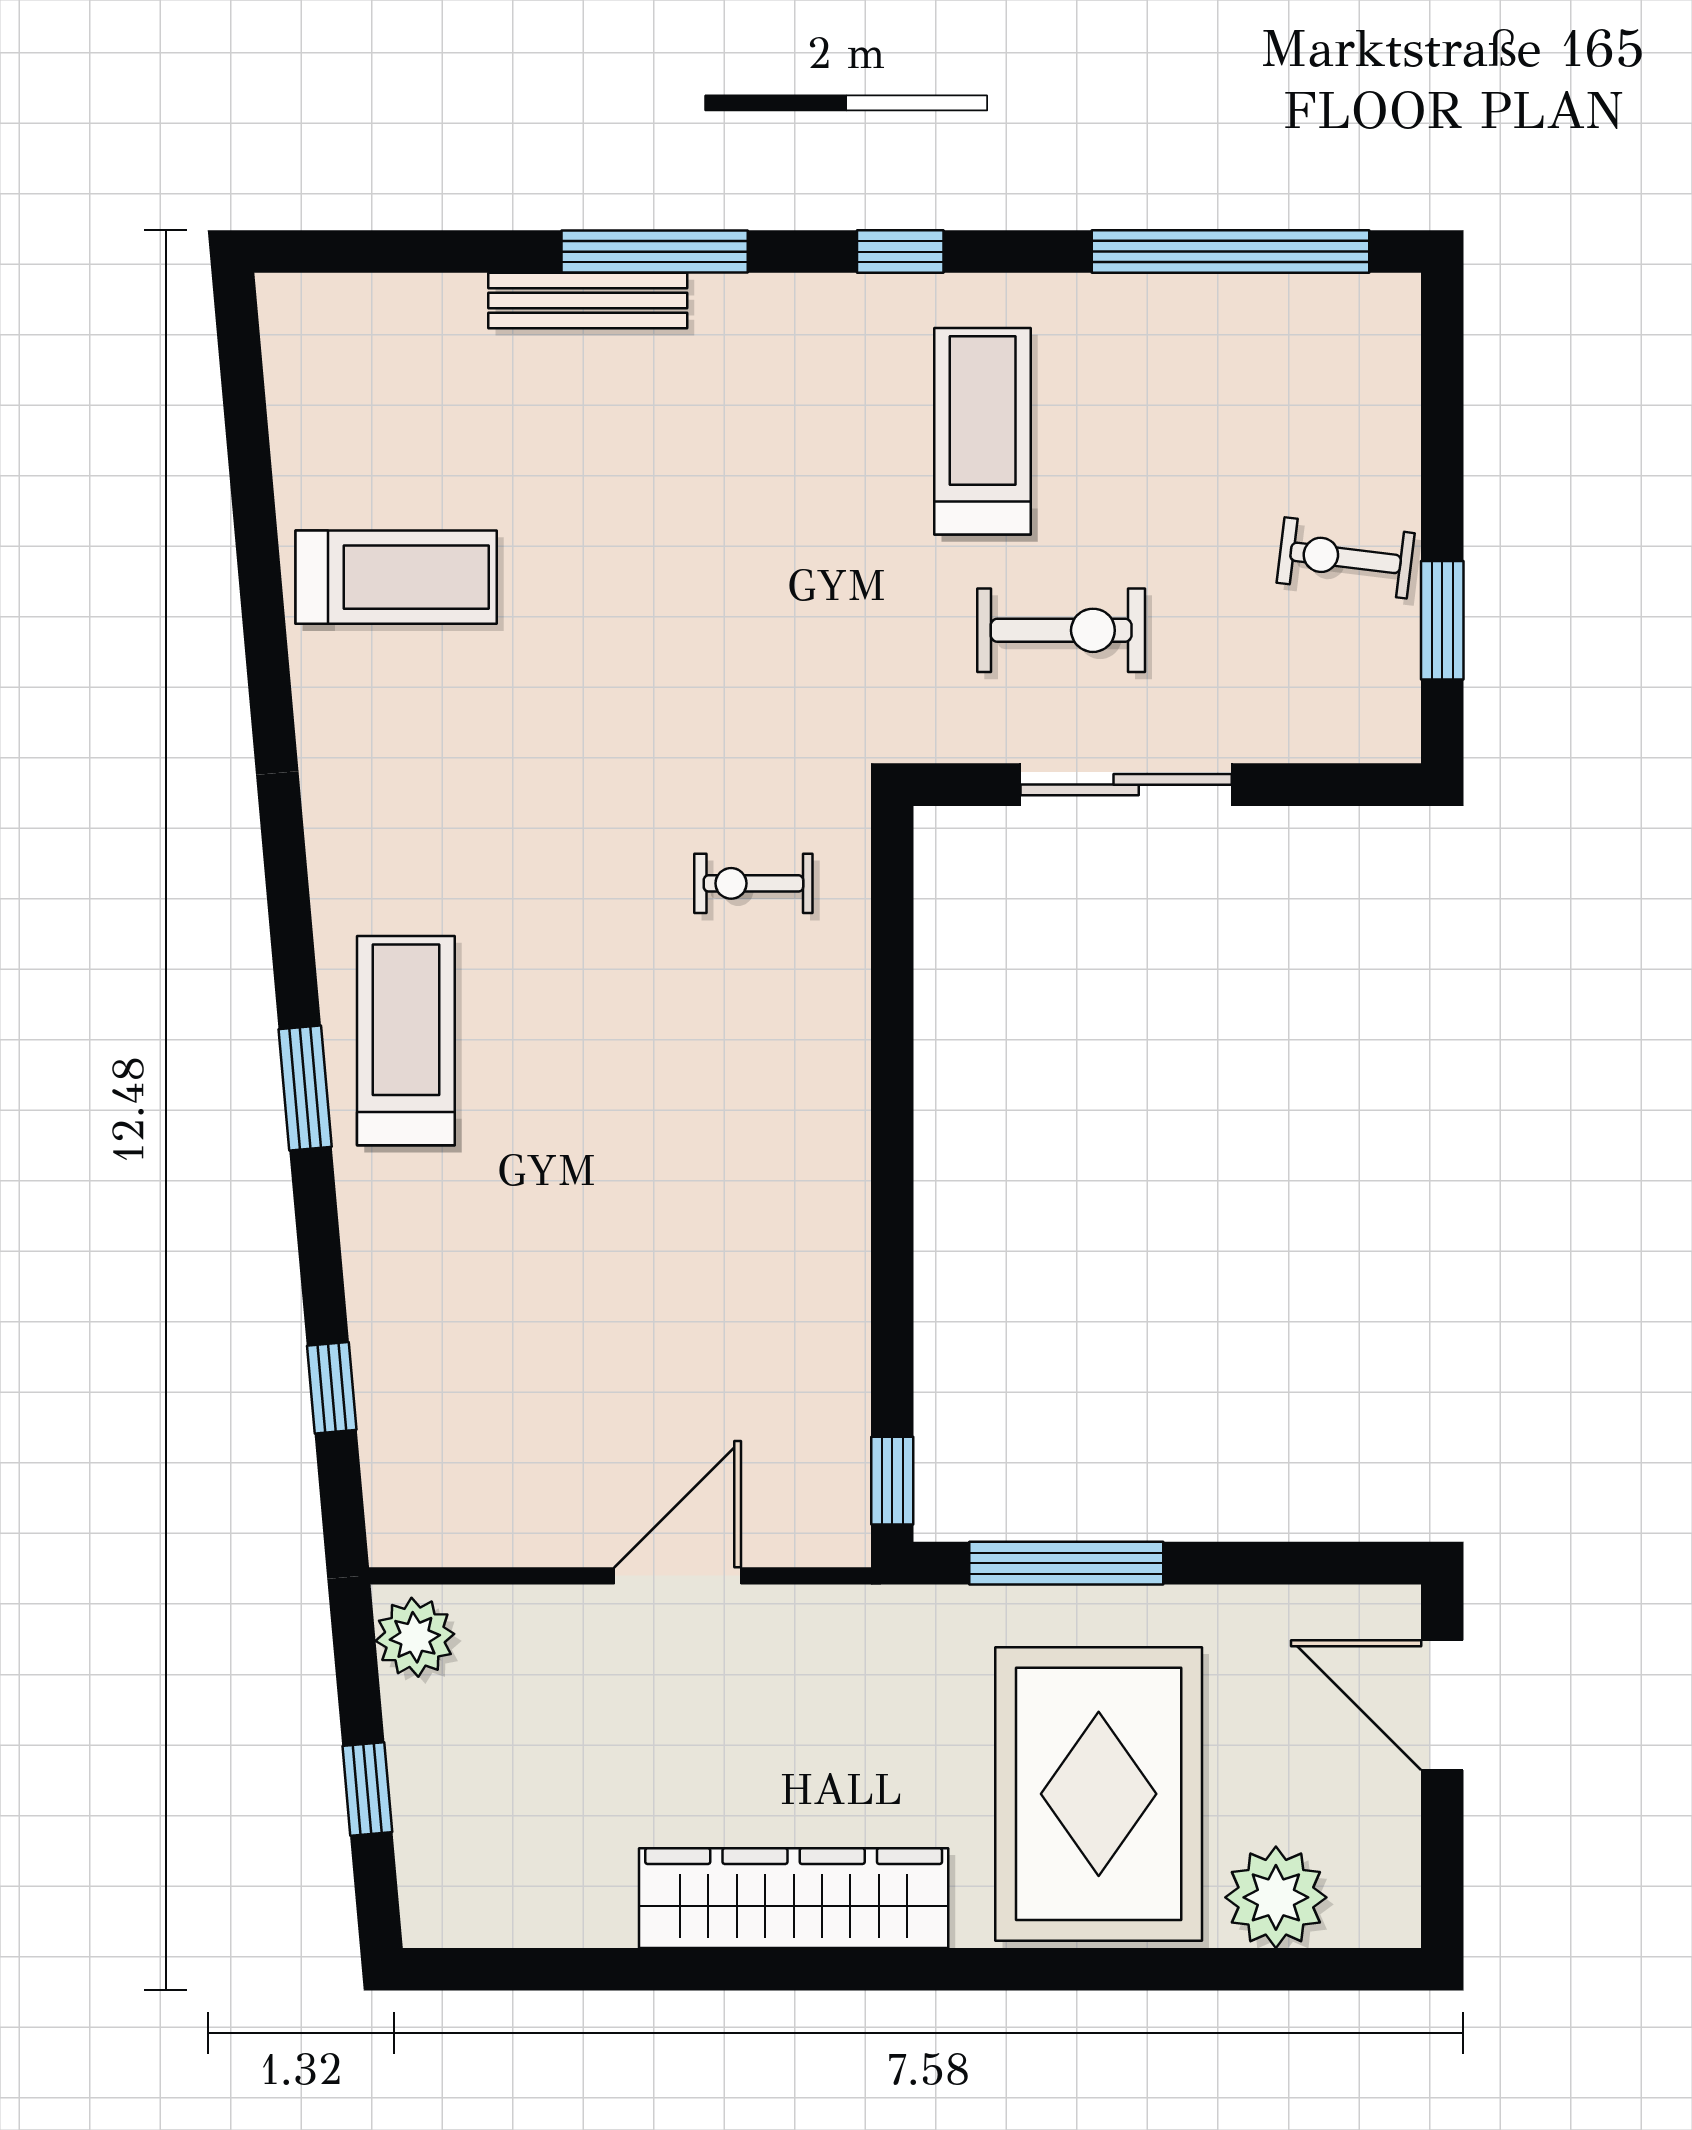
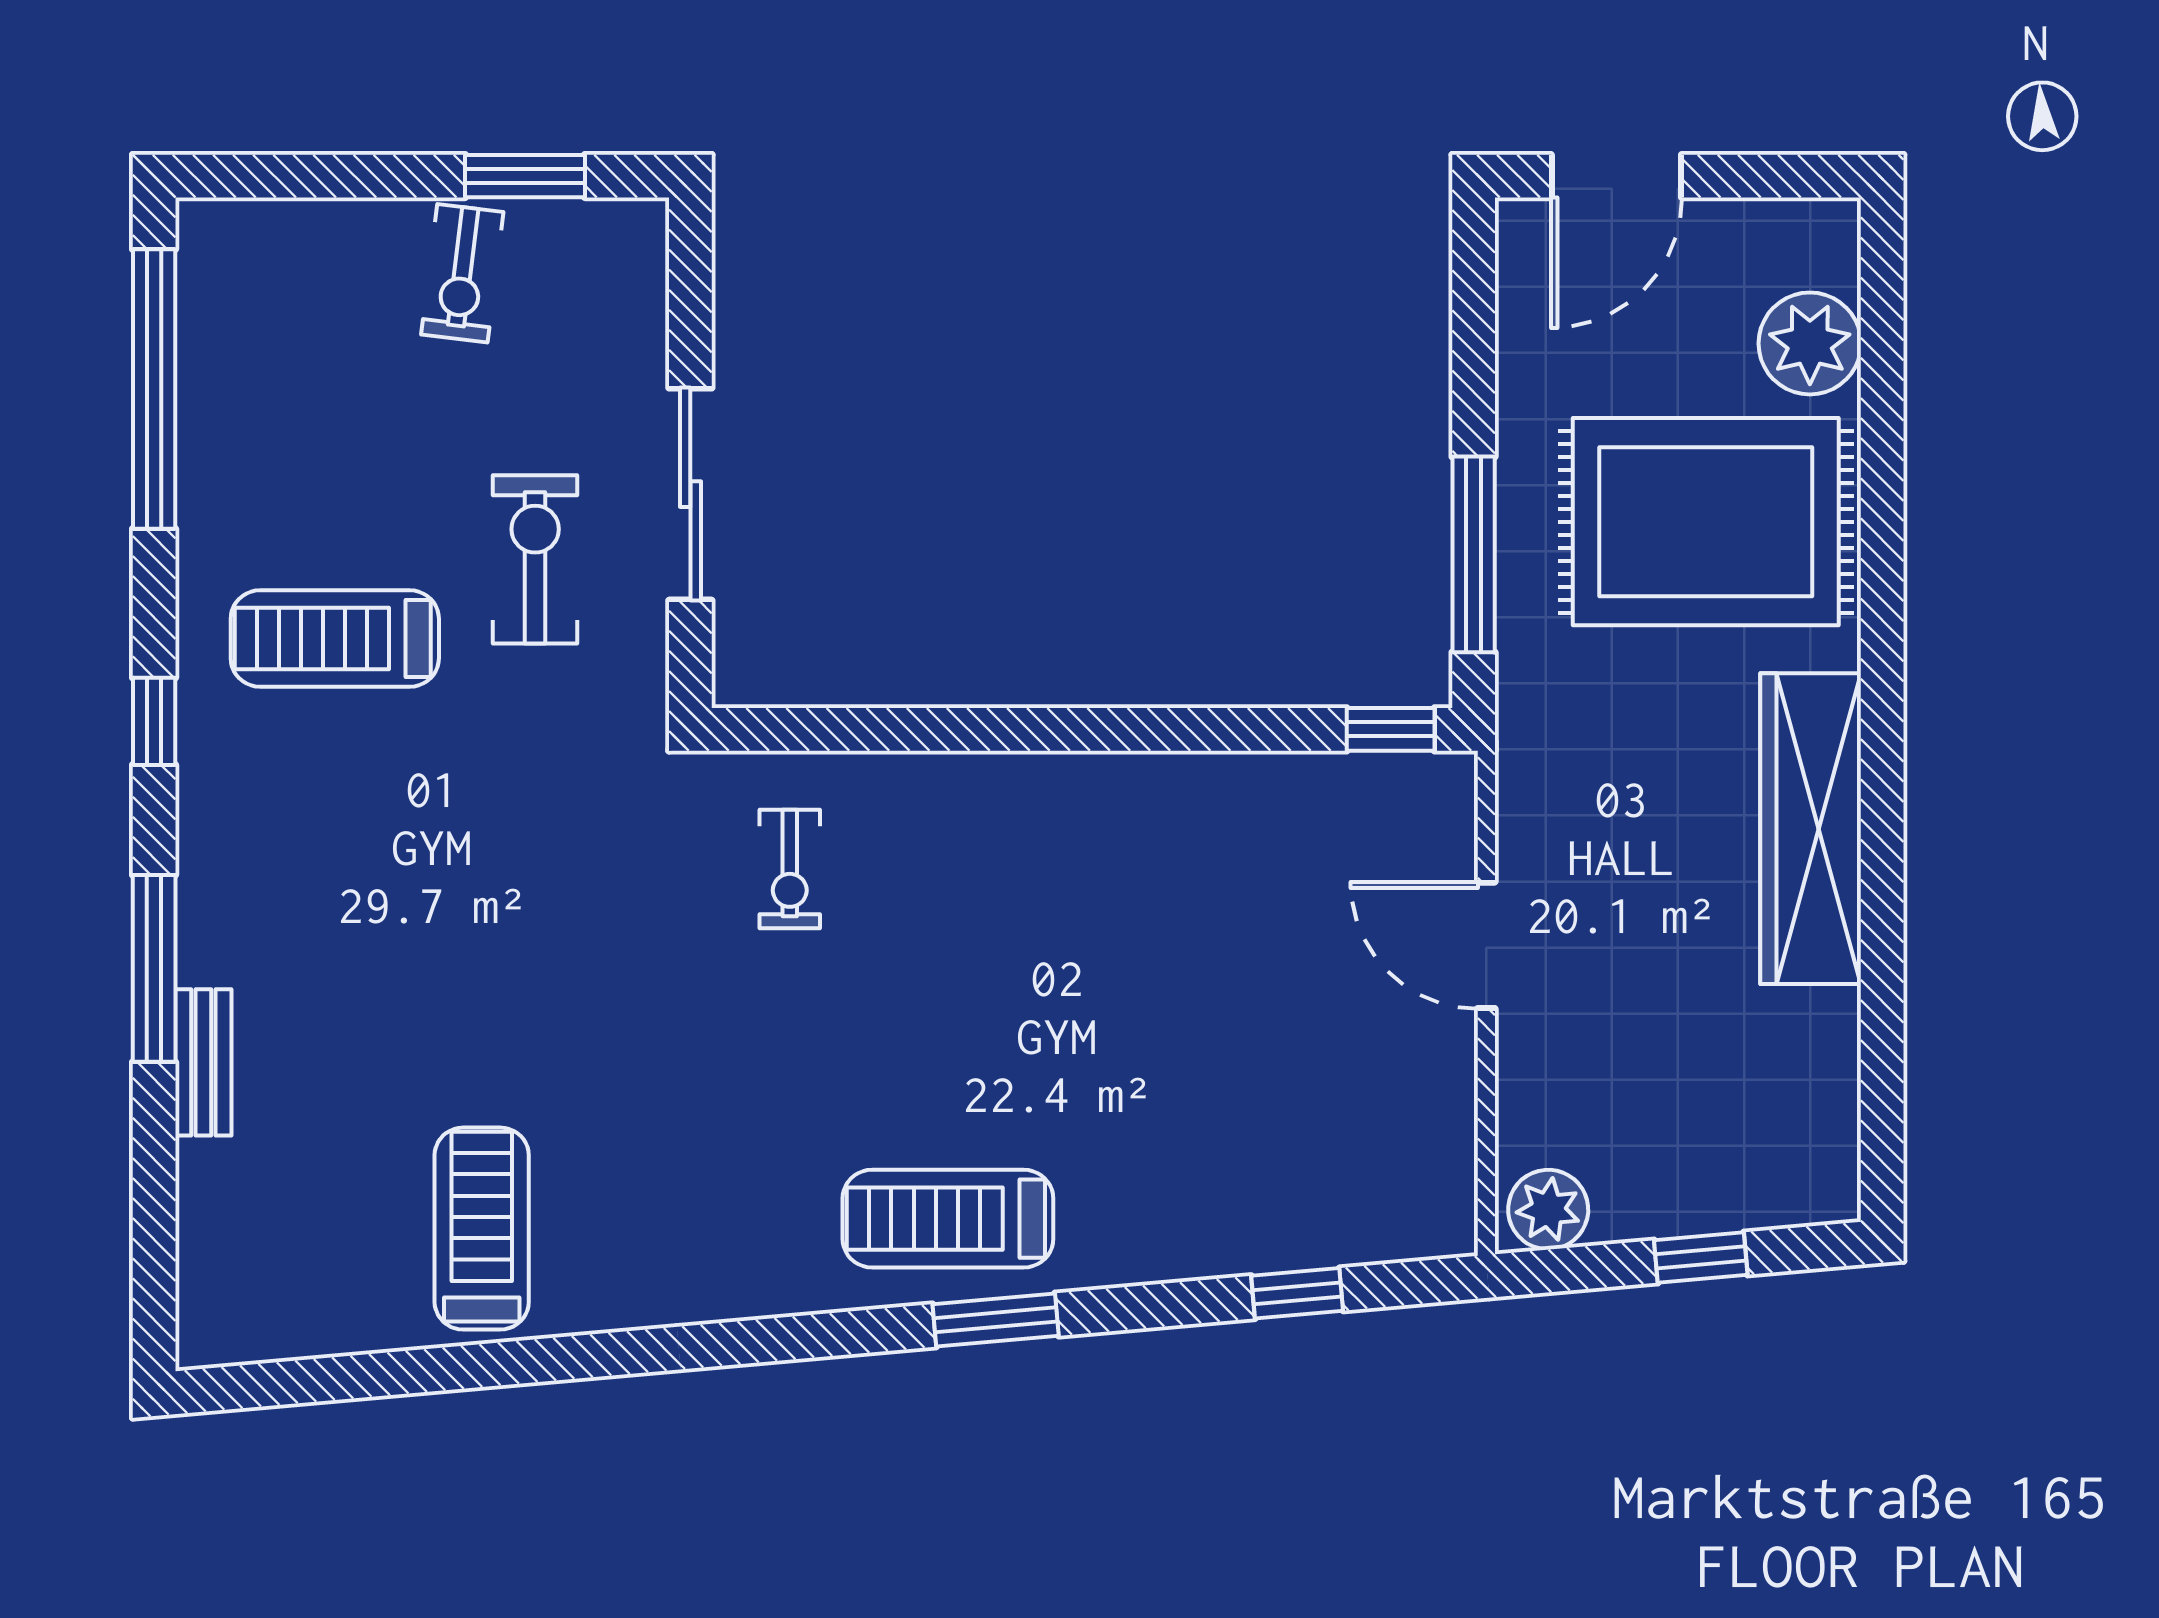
bench: (588, 301) -> (203, 1062), width x0.73

